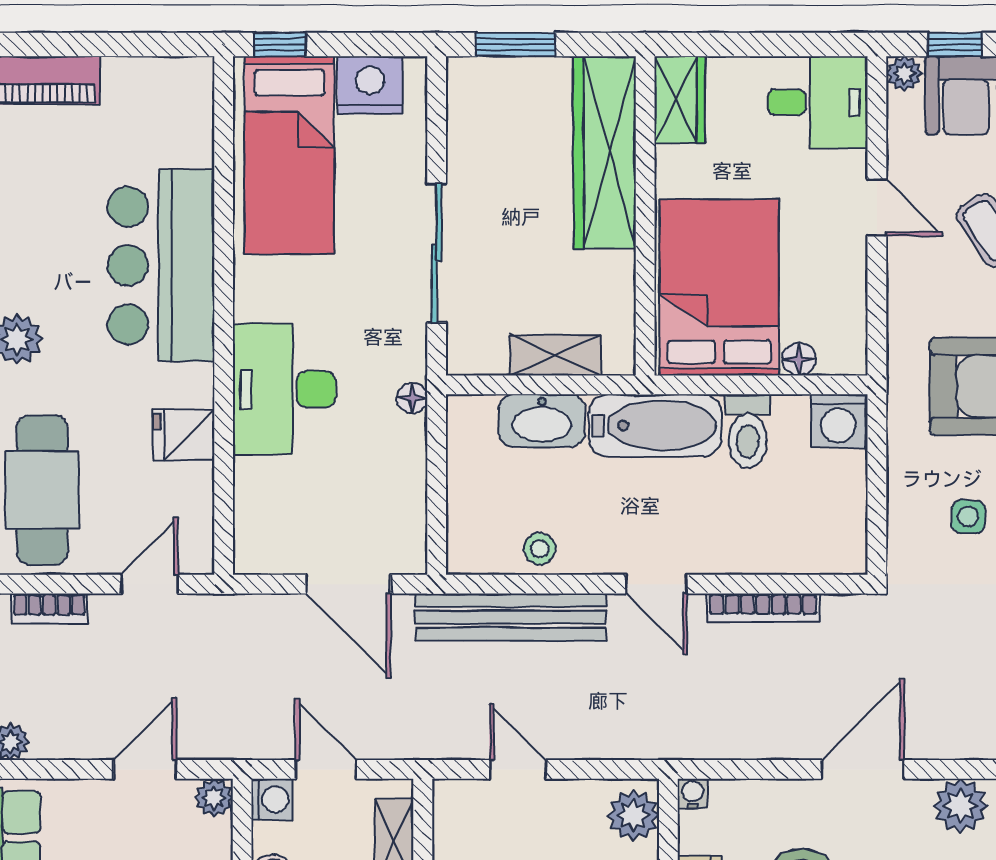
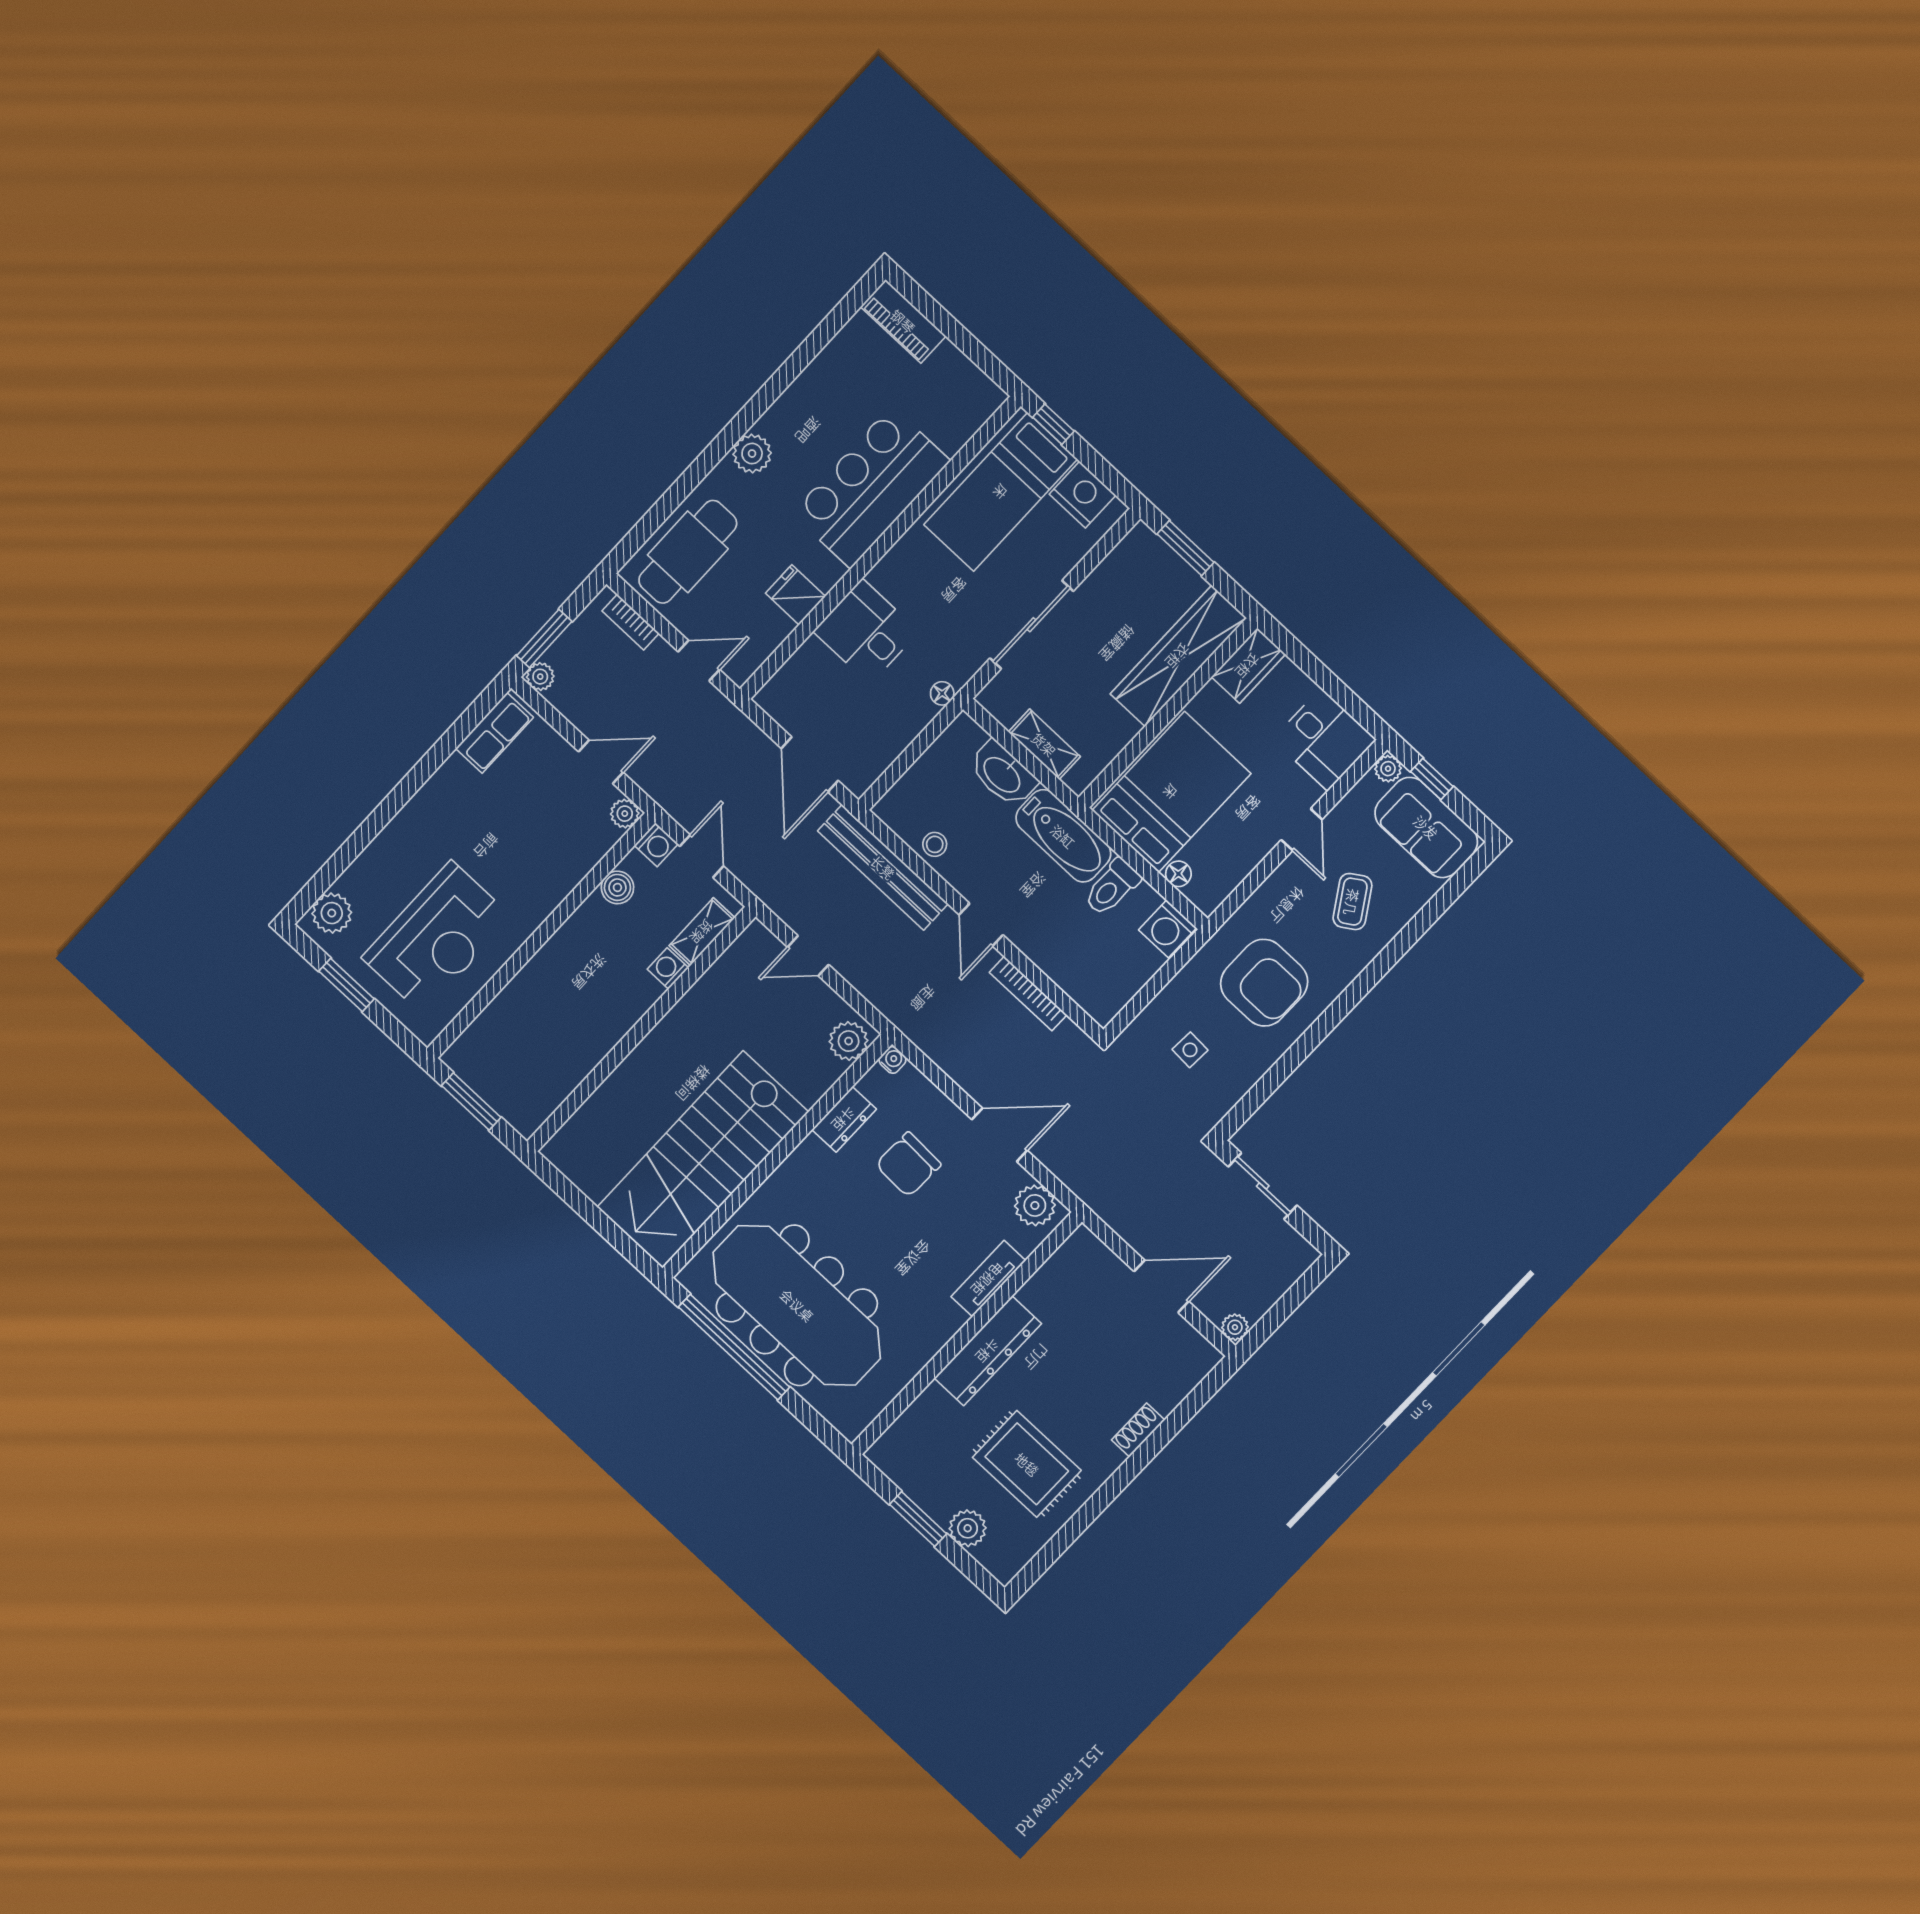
desk: (284, 389) -> (866, 632), width x0.73
door: (518, 769) -> (808, 956), swing flipped

